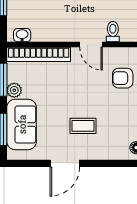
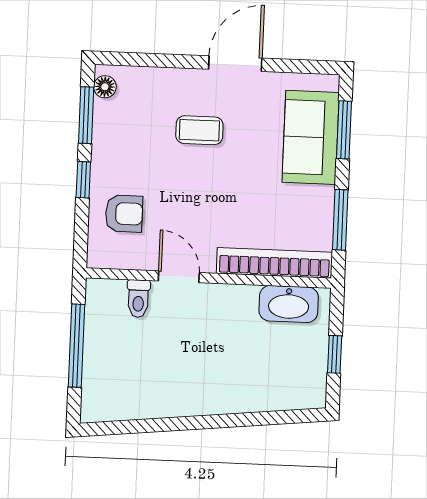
washbasin: (22, 35) -> (289, 304), width x1.91, depth x1.45
plant: (14, 90) -> (321, 200), removed

